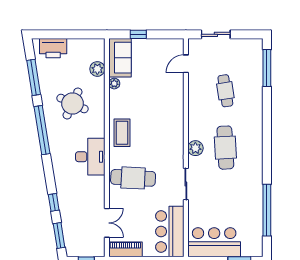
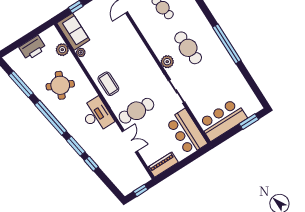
printer: (53, 48) -> (33, 48), moved
window: (267, 210) -> (227, 44), moved
double door: (107, 223) -> (130, 141), moved
window: (59, 236) -> (76, 146), moved

